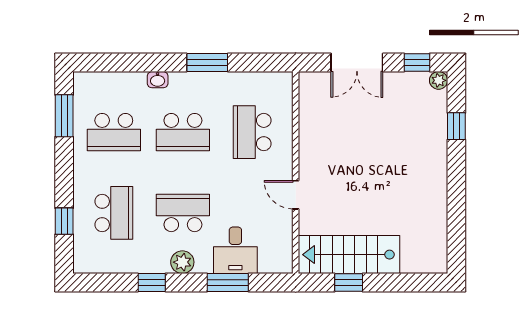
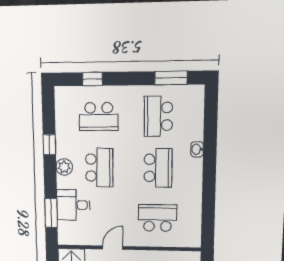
window: (207, 63) -> (209, 186), removed
school desk: (183, 132) -> (158, 168), turned 180
window: (228, 283) -> (51, 213), moved

